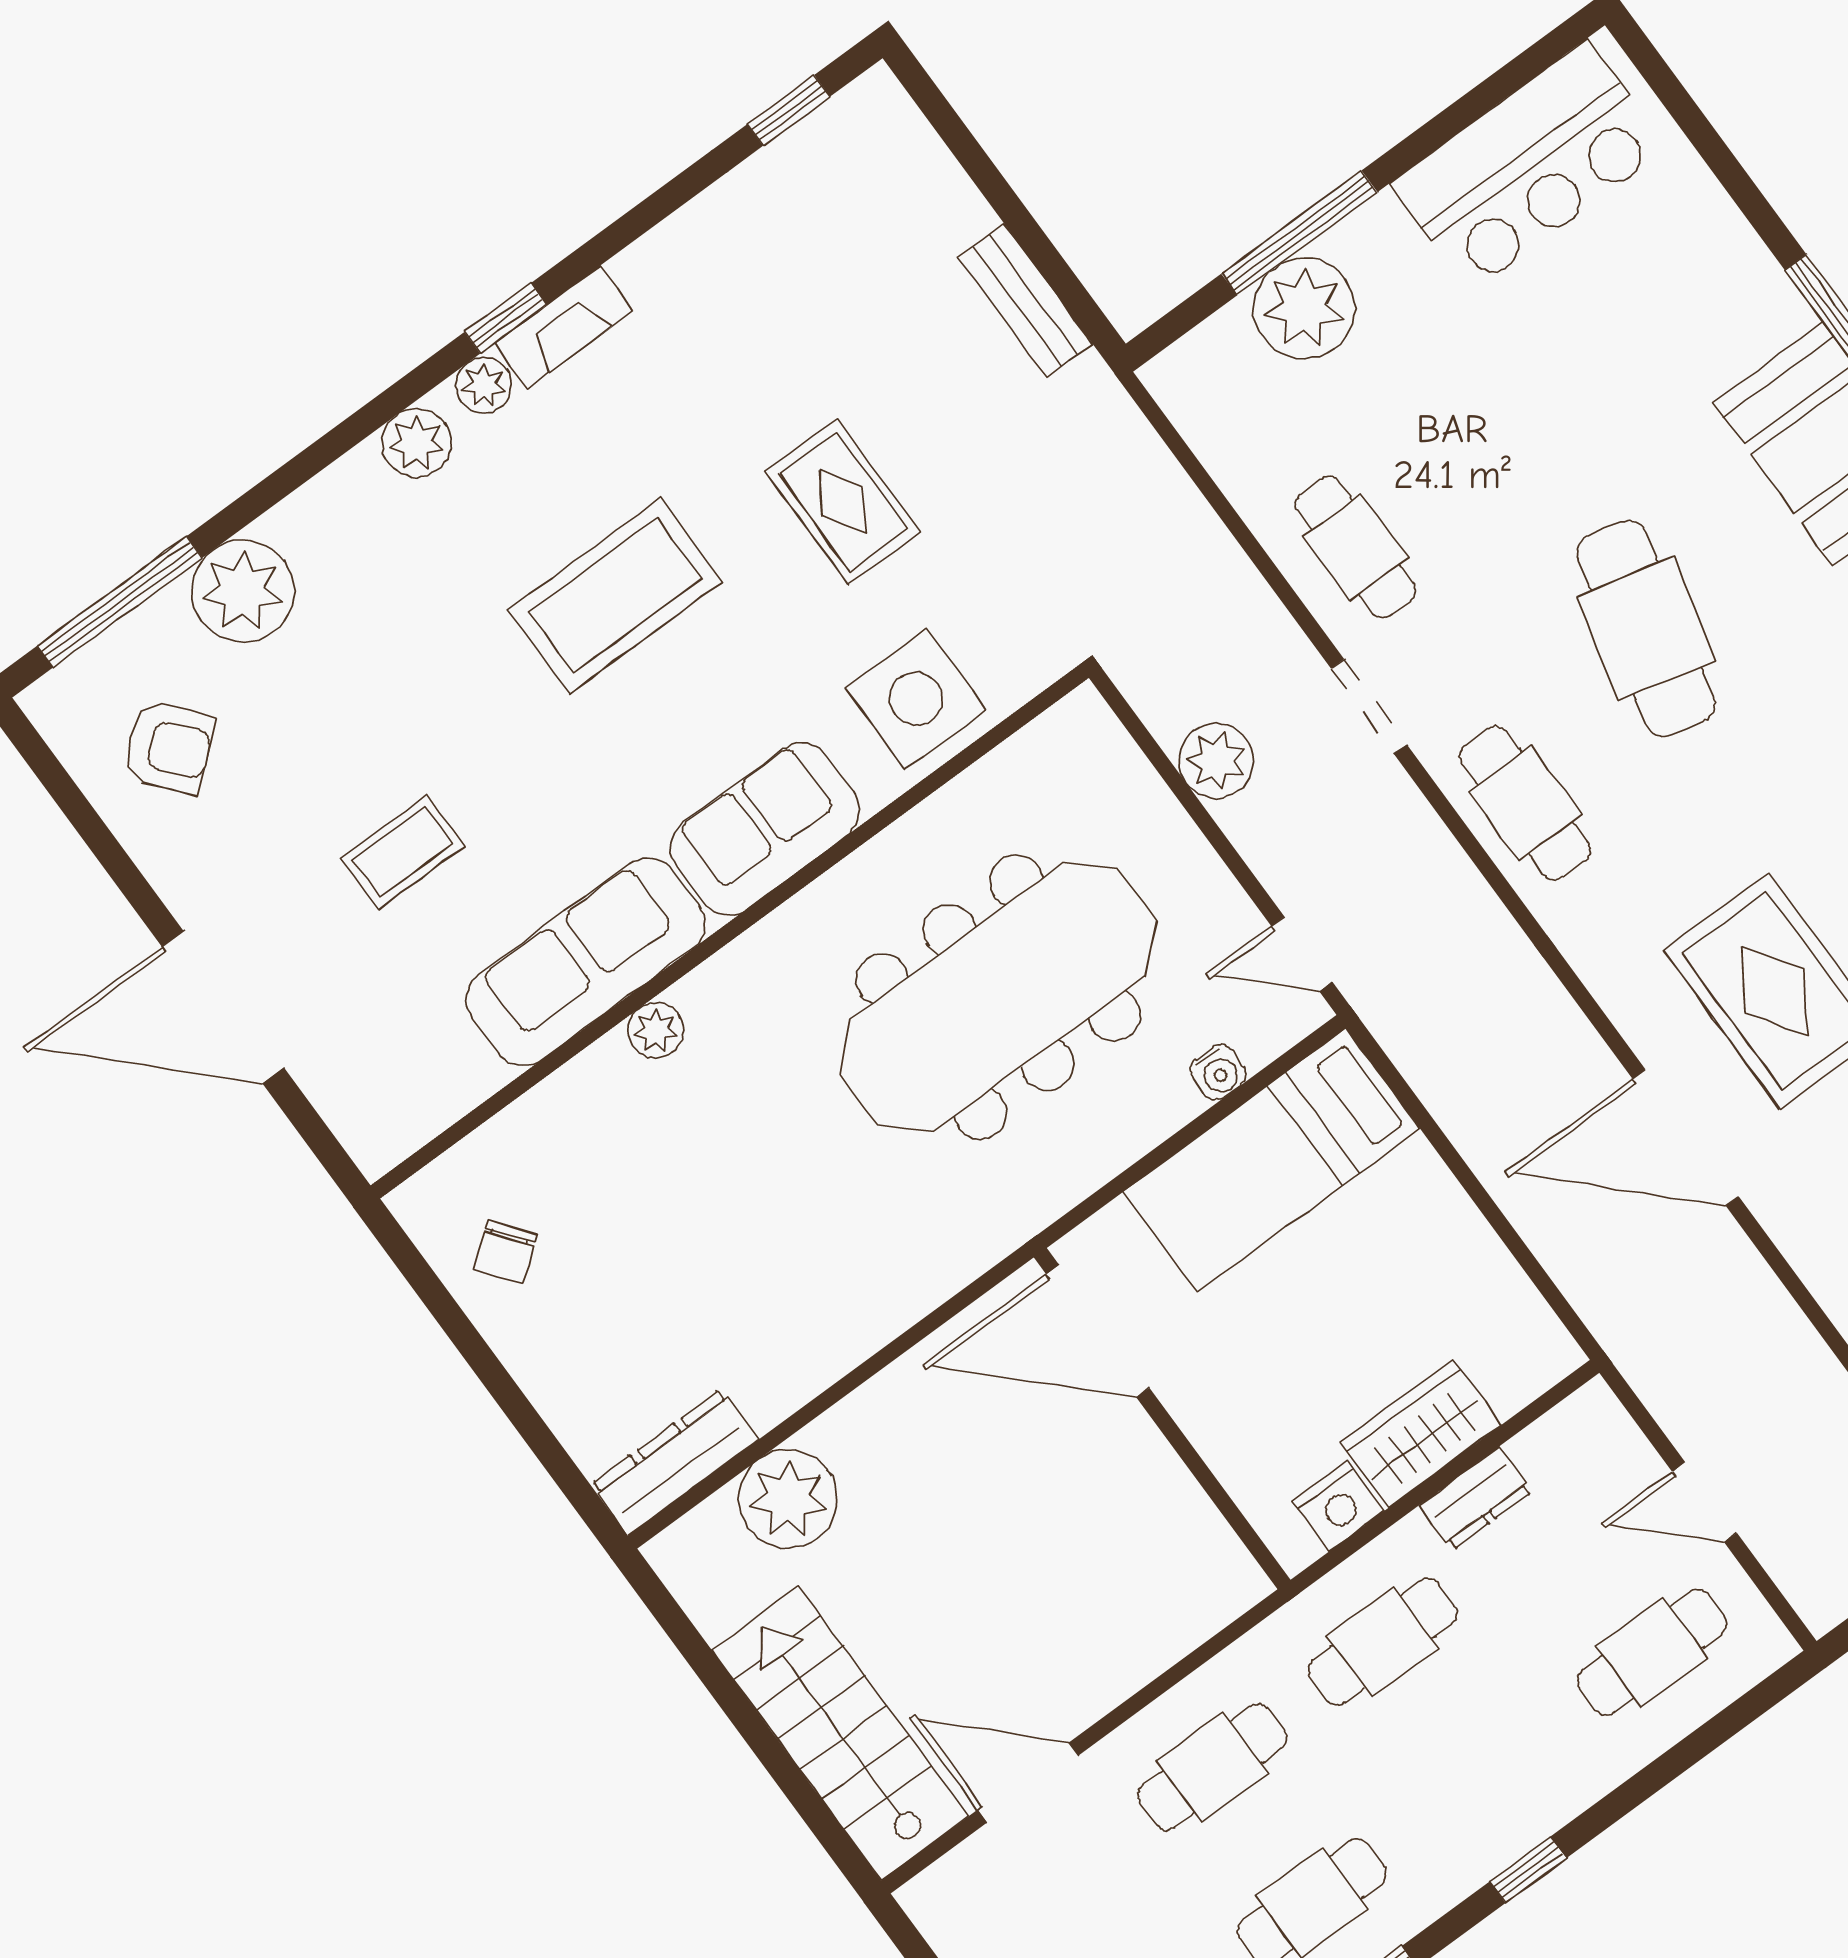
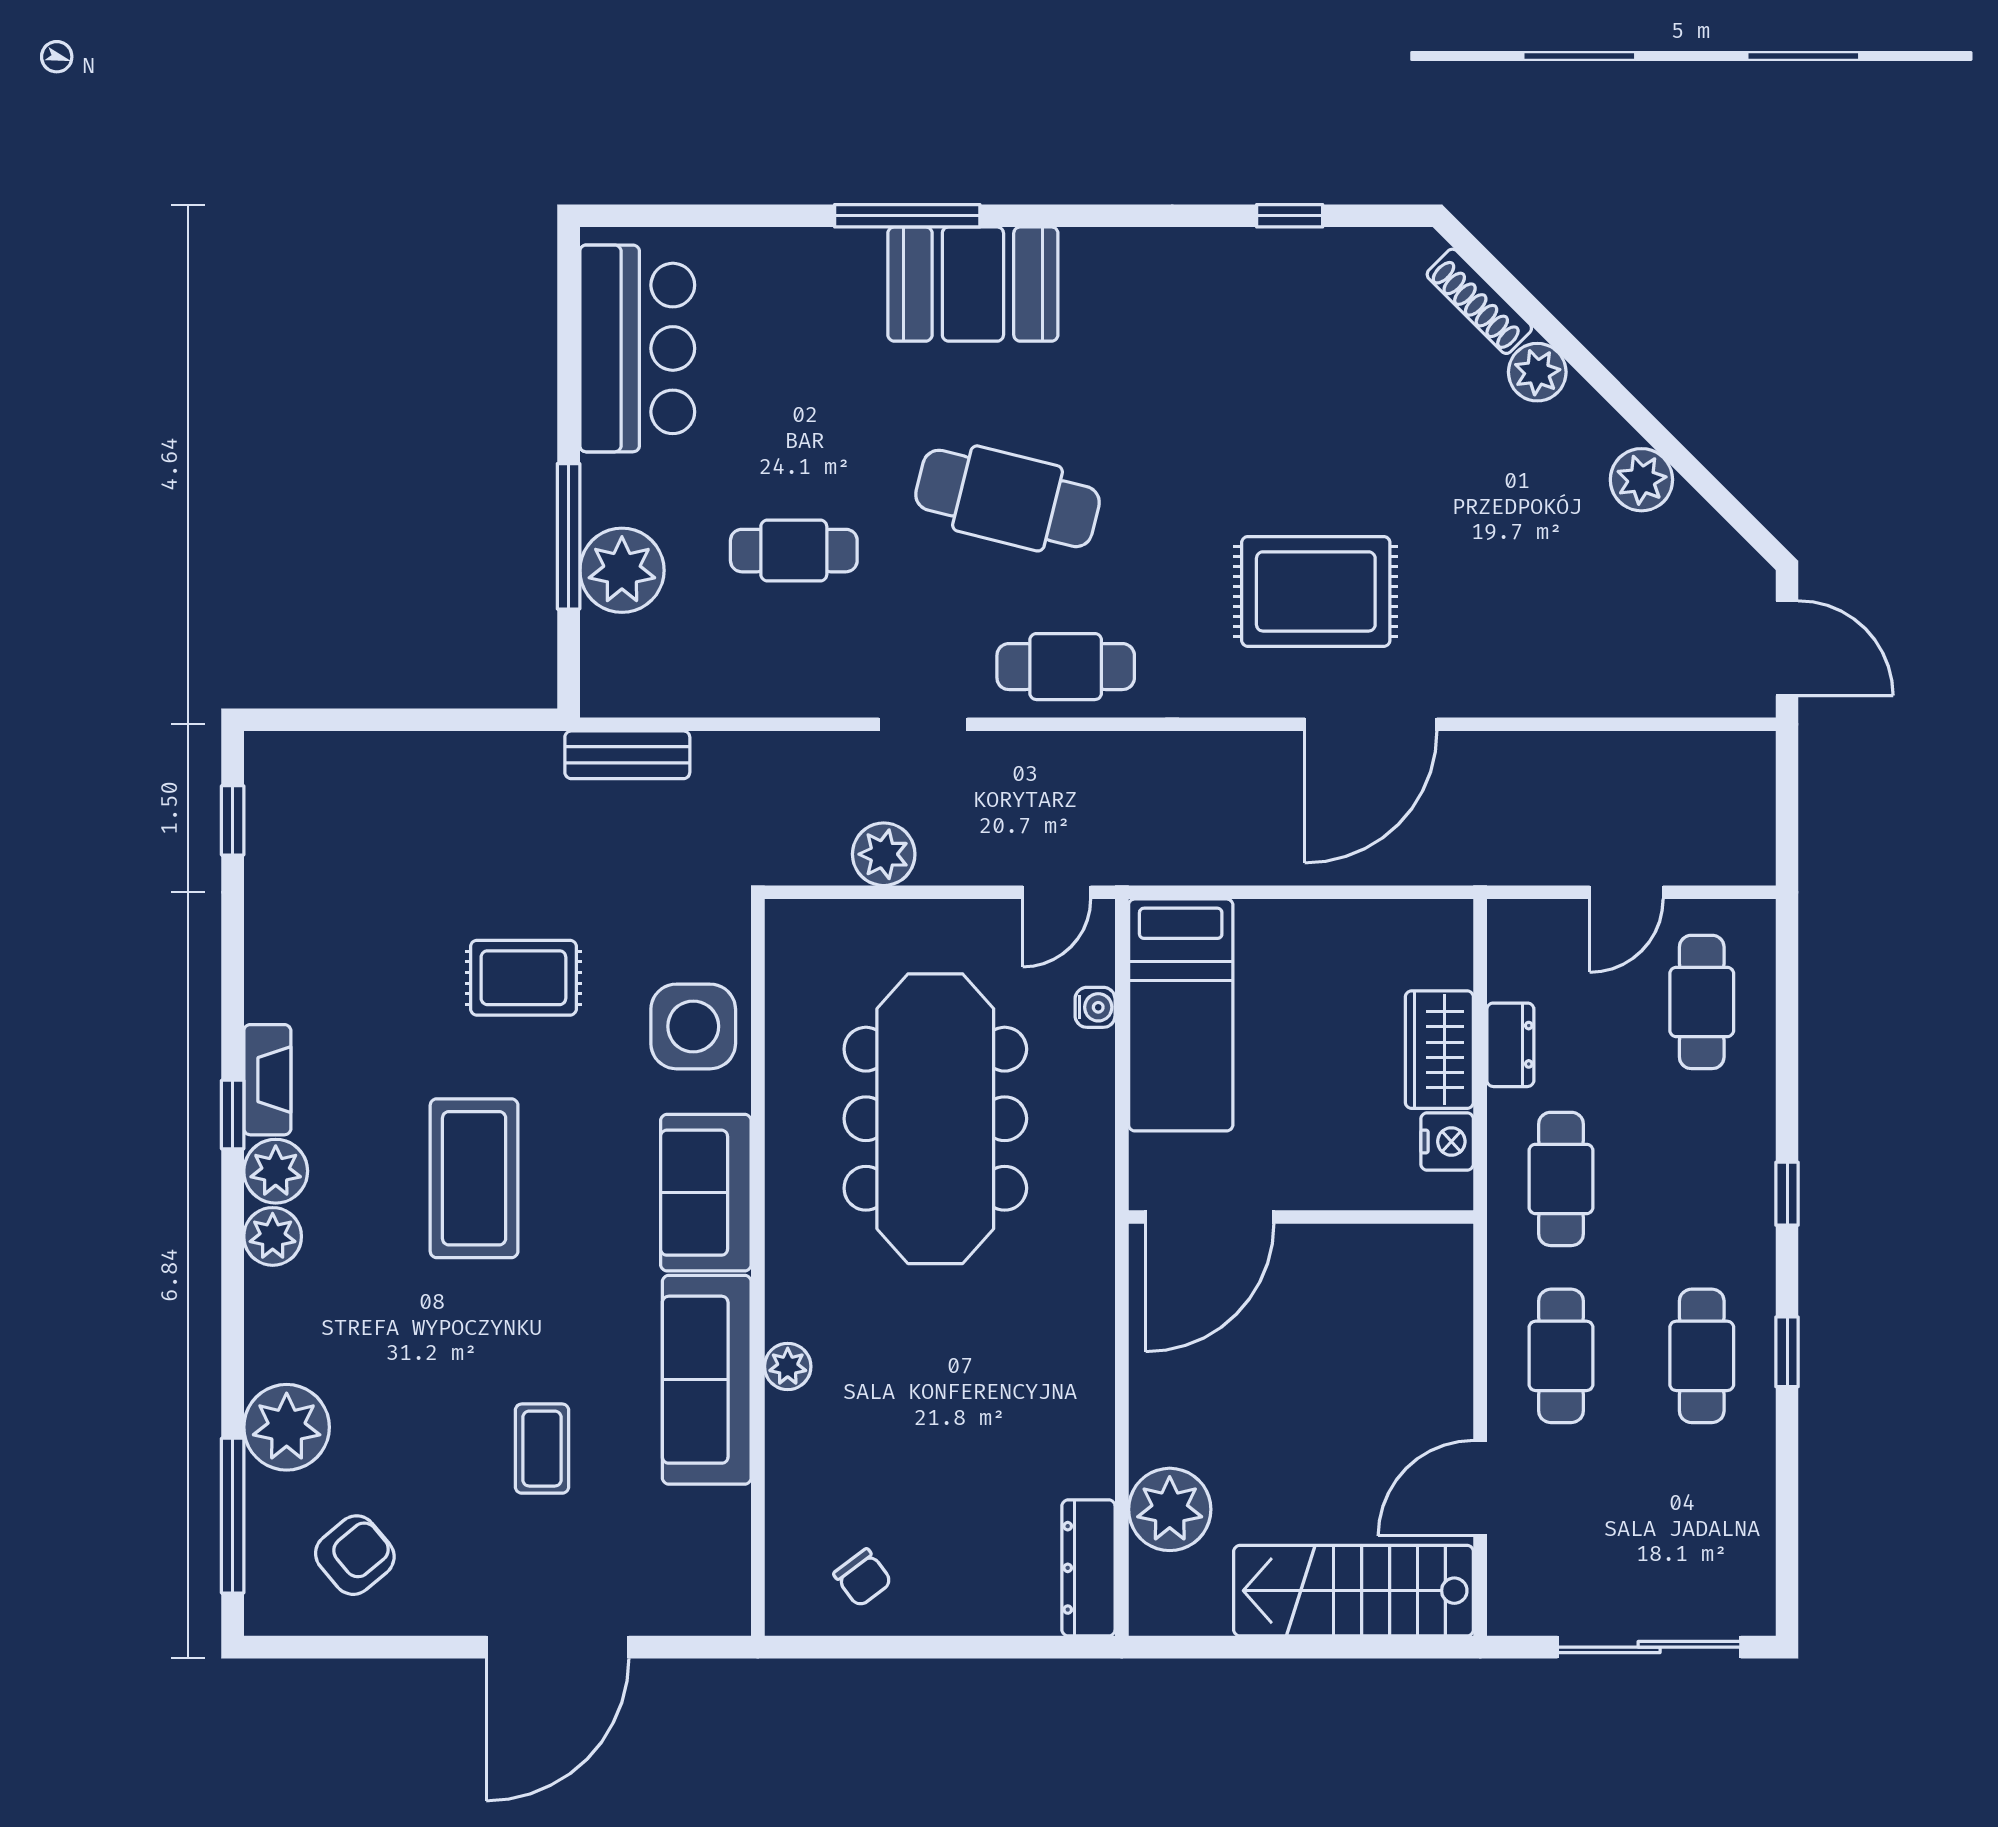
bench: (1026, 301) -> (627, 755), moved
plant: (484, 385) -> (276, 1171), width x1.38, depth x1.38
cafe table: (1355, 547) -> (794, 551), moved

